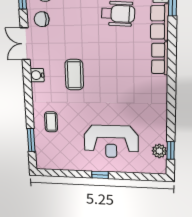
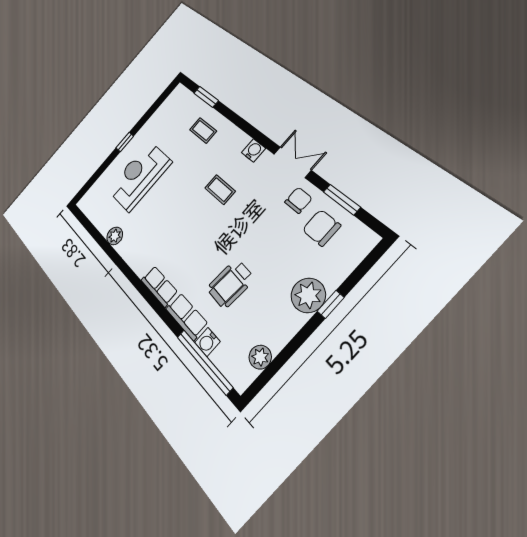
coffee table: (74, 75) -> (220, 190), width x0.73, depth x0.77
window: (171, 150) -> (88, 225), removed
plant: (159, 151) -> (115, 236), moved

